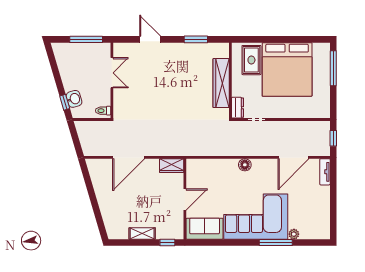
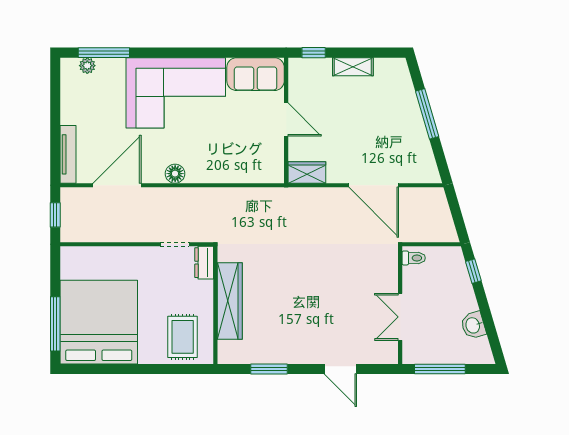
bed: (287, 69) -> (99, 322), moved
washbasin: (74, 99) -> (473, 325), moved
door: (129, 157) -> (374, 185), swing flipped
floor lamp: (245, 165) -> (175, 174), moved
tv unit: (325, 172) -> (68, 154), width x1.41
door: (185, 200) -> (286, 119), swing flipped
window: (94, 203) -> (427, 114), added
plant: (294, 234) -> (87, 66), moved
window: (276, 242) -> (104, 53), moved

